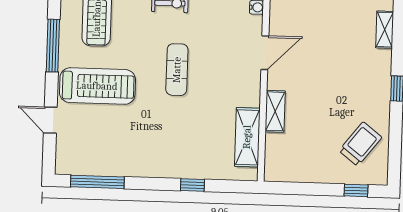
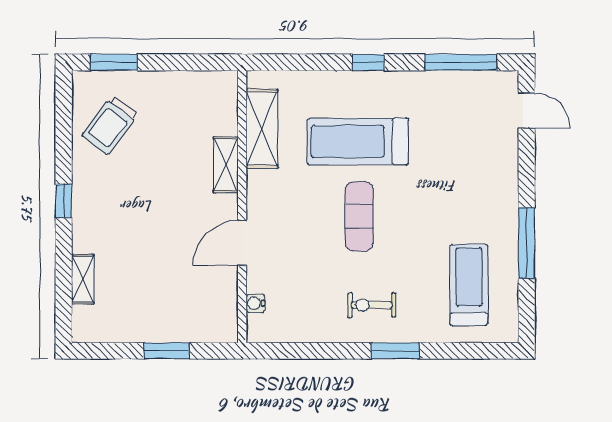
treadmill: (97, 86) -> (358, 142), moved
door: (50, 120) -> (527, 110), moved
window: (192, 185) -> (368, 62), moved
window: (356, 190) -> (114, 62), width x1.50

